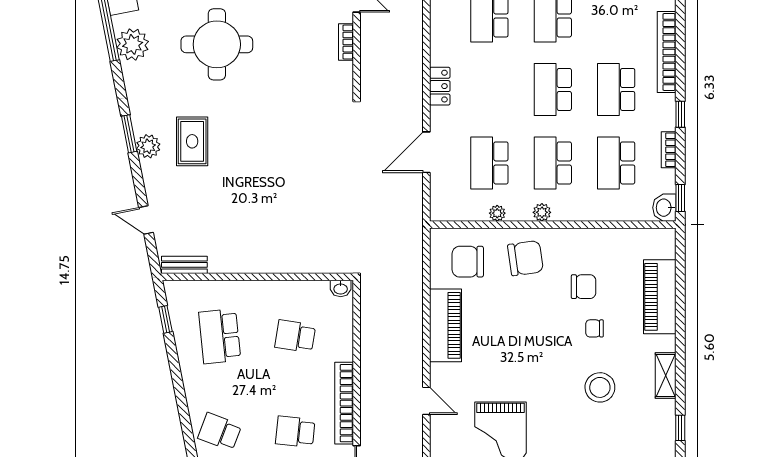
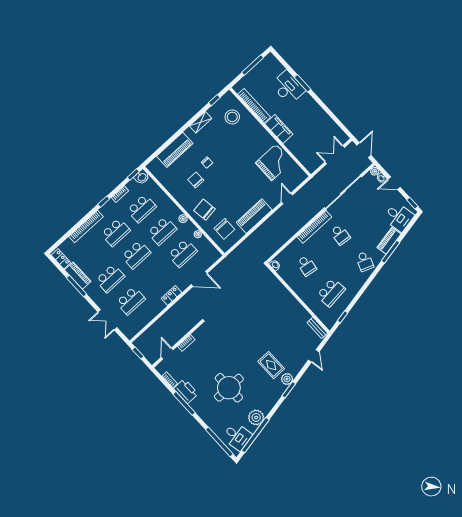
rug: (192, 141) -> (271, 365), turned 90
stool: (600, 387) -> (232, 117), moved

